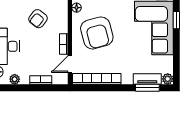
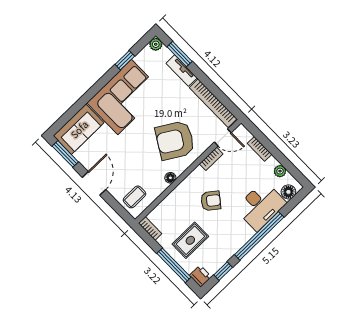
window: (176, 20) -> (125, 60), moved
armchair: (97, 33) -> (175, 140), turned -134
tv unit: (147, 79) -> (182, 71), moved

